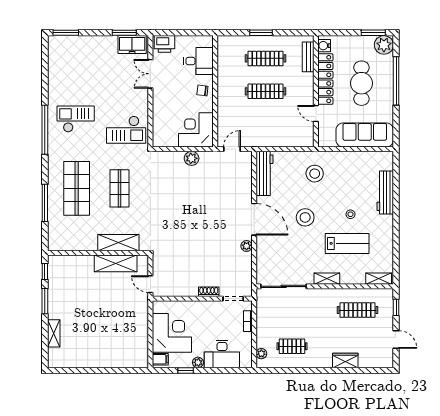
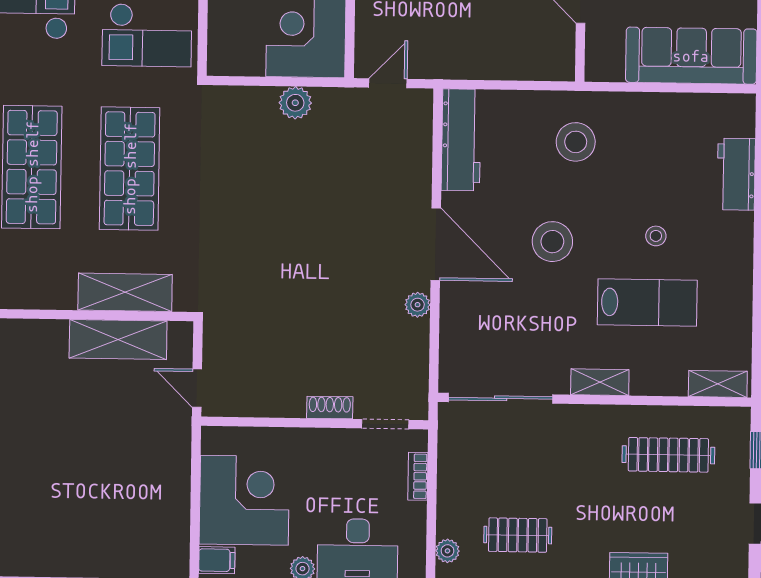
shop shelf: (119, 188) -> (130, 169), width x1.43, depth x1.36
workbench: (385, 193) -> (736, 174), width x0.73

